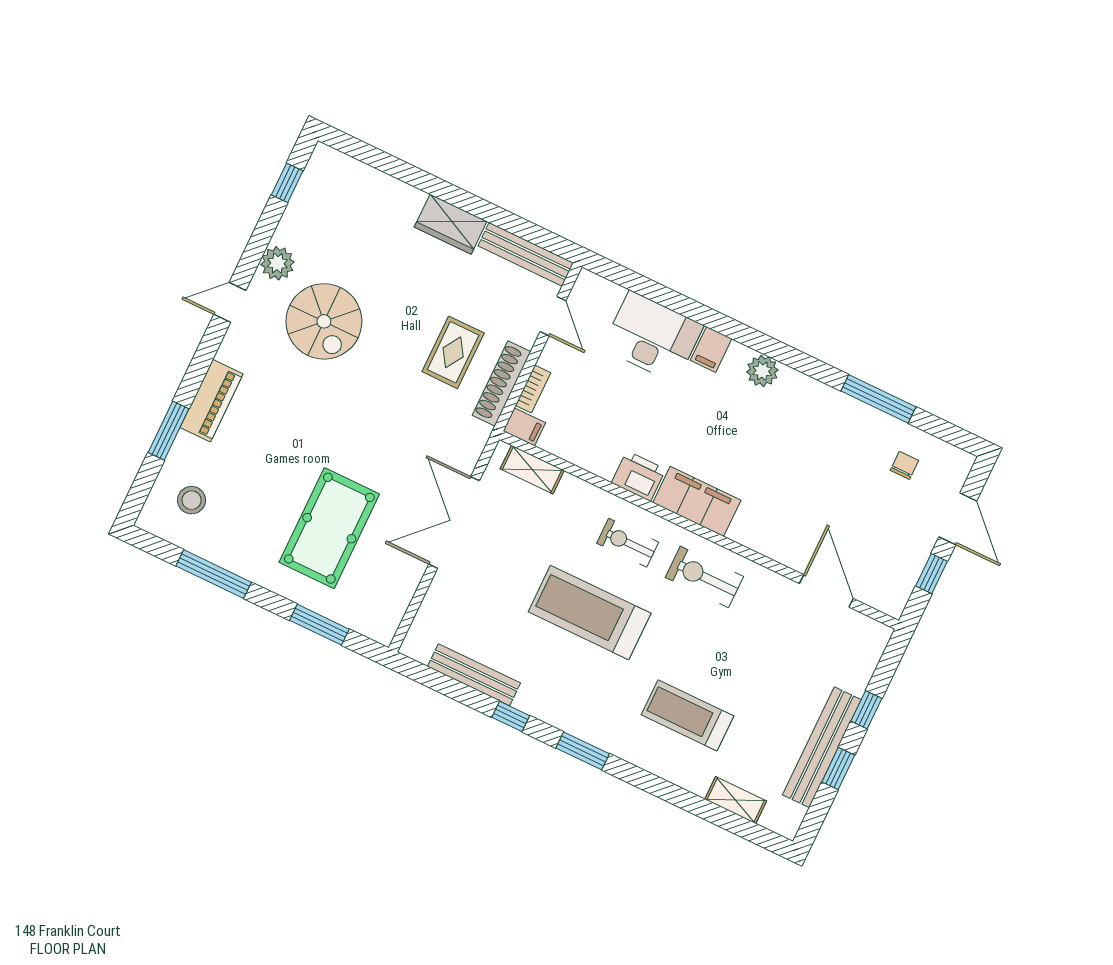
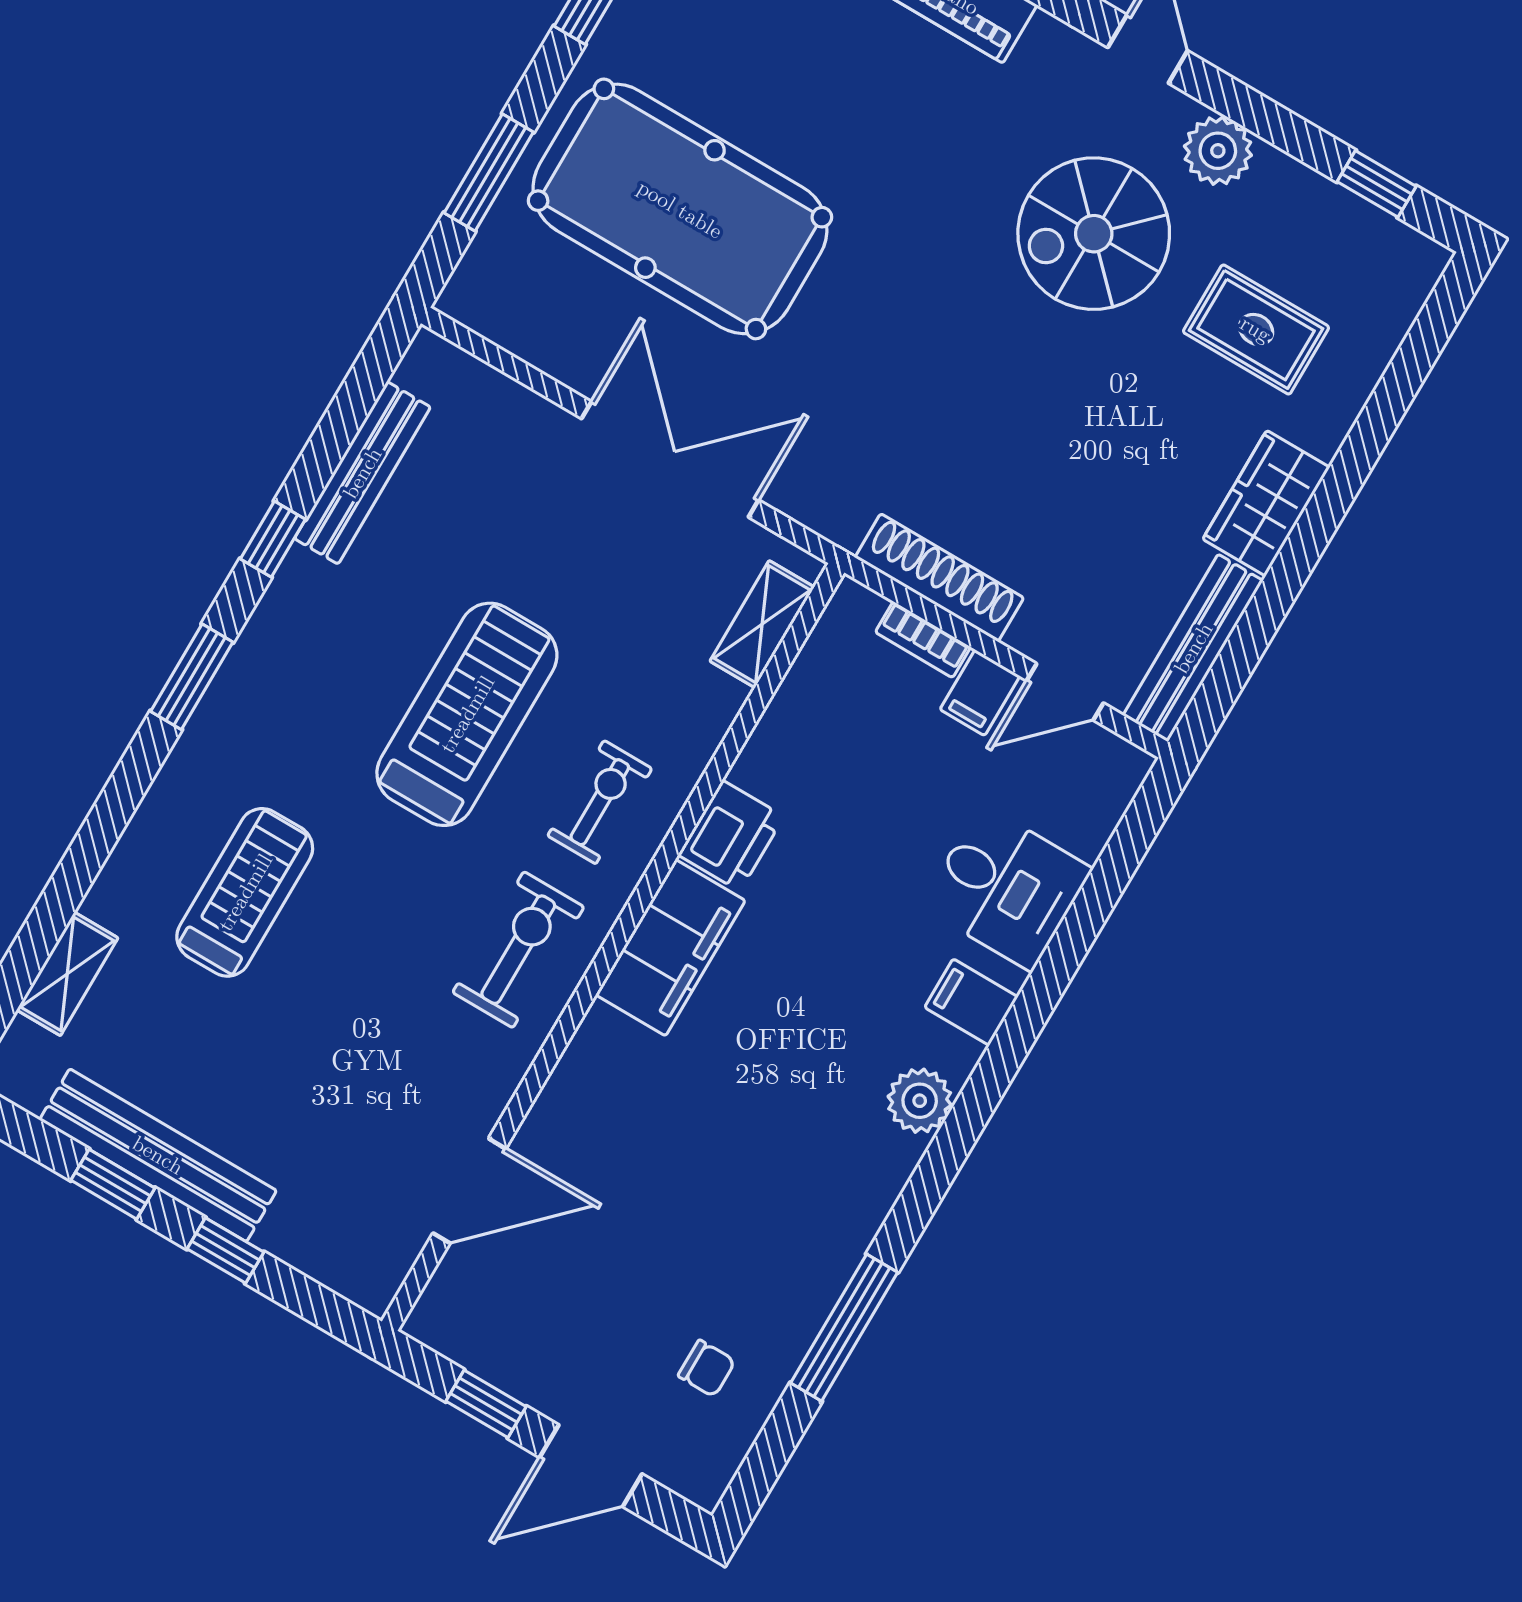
desk: (653, 337) -> (1006, 888), width x0.73
rug: (453, 352) -> (1256, 329), moved
filing cabinet: (524, 427) -> (980, 693), moved
pool table: (329, 528) -> (680, 209), width x1.36, depth x1.32

